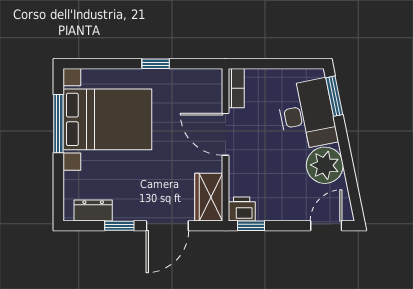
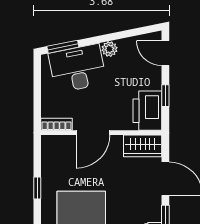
plant: (325, 165) -> (109, 49), width x0.53, depth x0.53
printer: (242, 209) -> (147, 111), width x1.87, depth x1.48
window: (251, 226) -> (165, 96), moved

